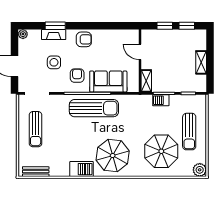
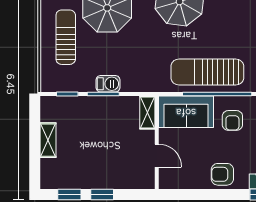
door: (140, 52) -> (157, 156), moved
wall: (140, 61) -> (157, 142), moved
shelving: (146, 81) -> (147, 113), moved

